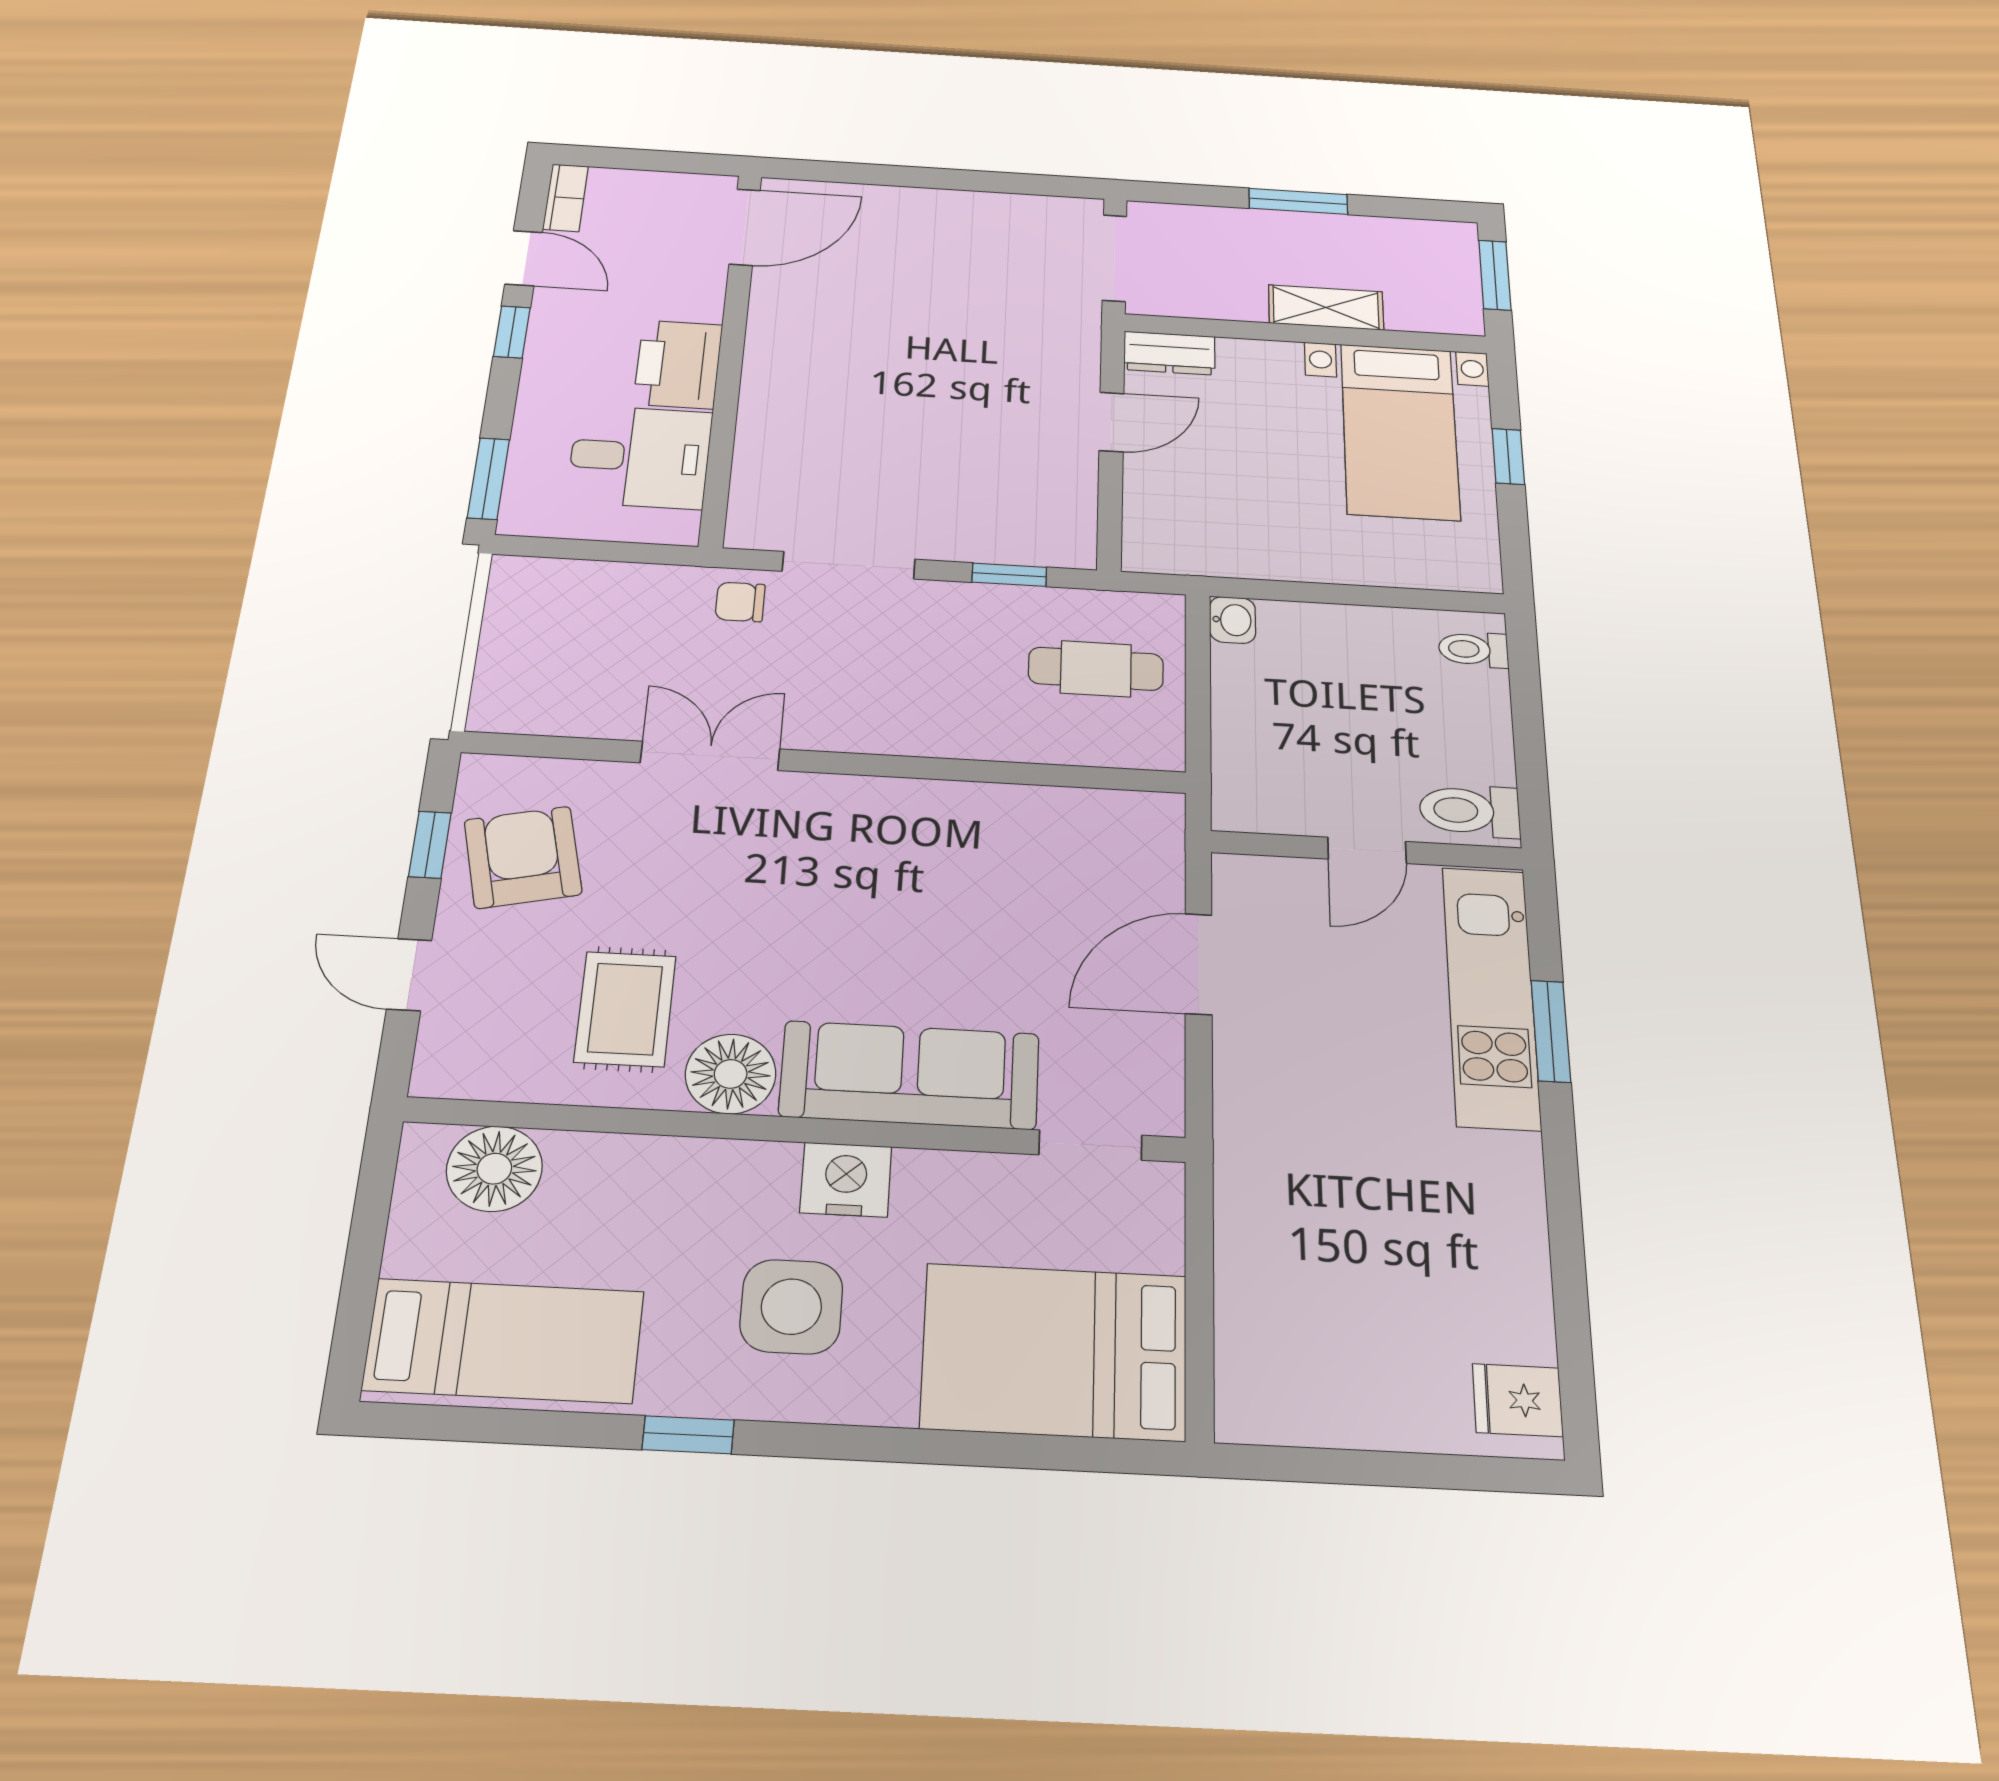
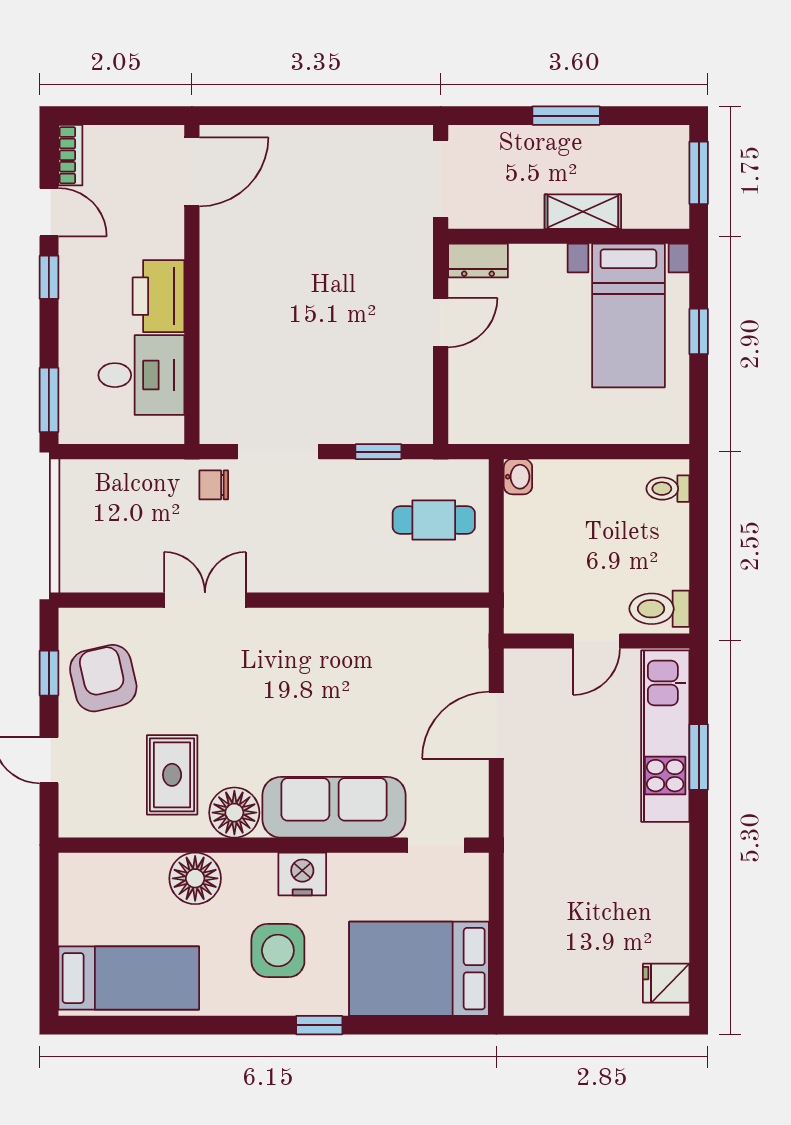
floor lamp: (494, 1169) -> (195, 878), moved
window: (688, 1435) -> (319, 1025), moved

